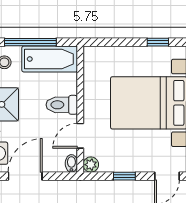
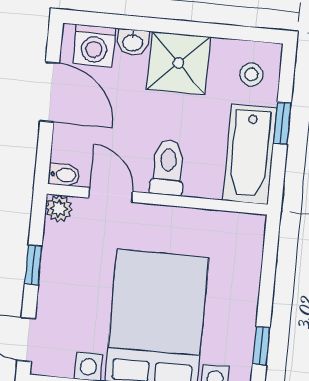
window: (30, 42) -> (282, 123), width x0.46

